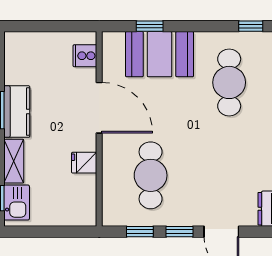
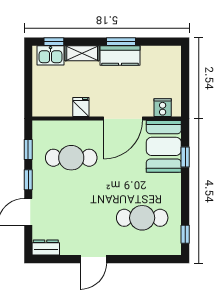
booth: (160, 54) -> (164, 146), moved

